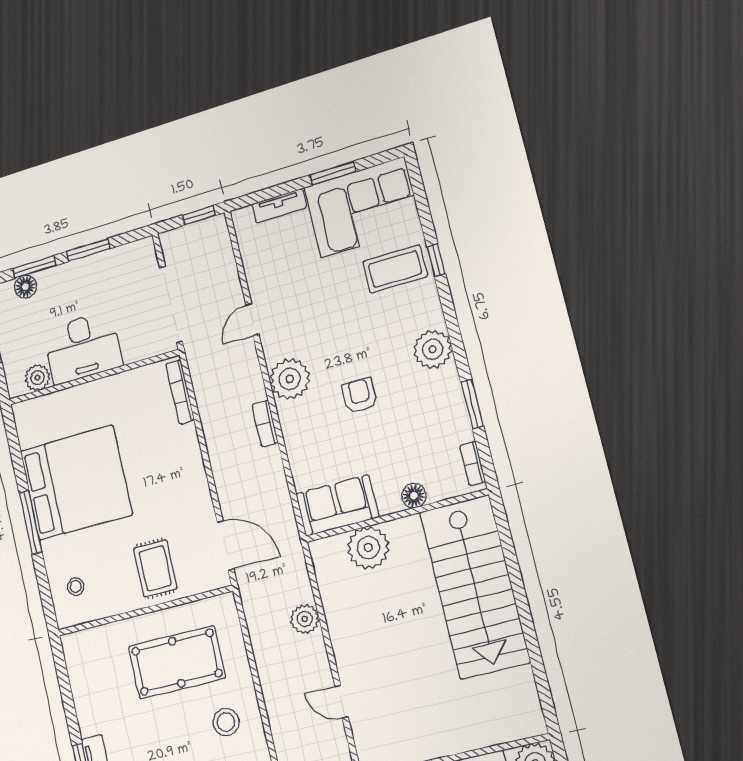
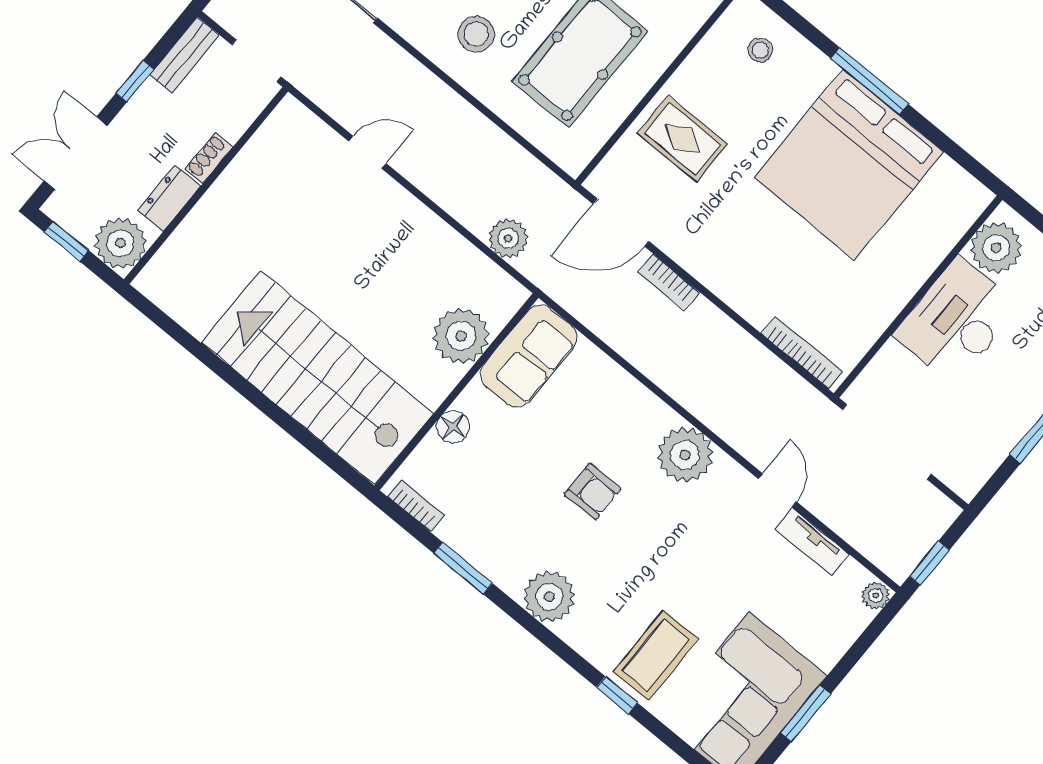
tv unit: (279, 206) -> (812, 542), moved, turned -90
plant: (242, 217) -> (876, 596), added
plant: (37, 378) -> (996, 248), width x1.36, depth x1.36
bookcase: (265, 424) -> (668, 282), moved, turned 180
plant: (305, 619) -> (508, 238), moved

